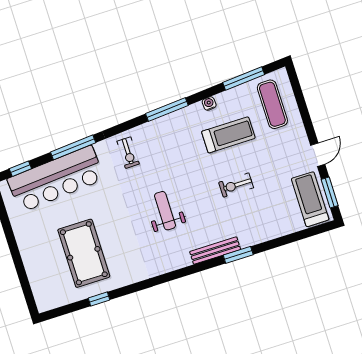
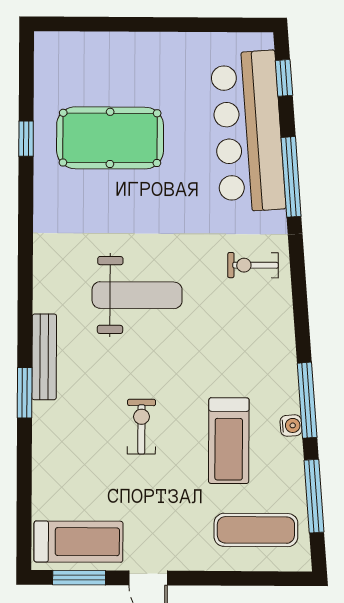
window: (167, 109) -> (307, 400), moved
weight bench: (165, 211) -> (137, 295), width x1.36, depth x1.33

